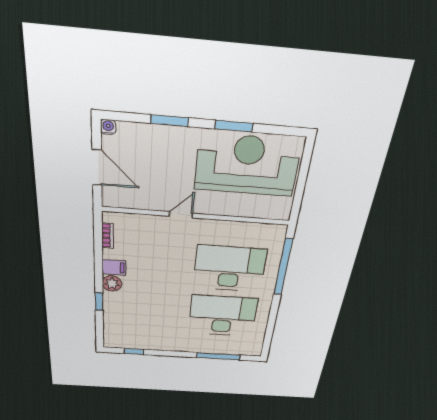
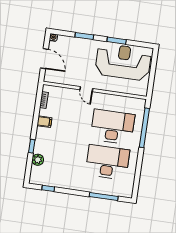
door: (181, 215) -> (86, 89), swing flipped
plant: (112, 283) -> (38, 160), moved

